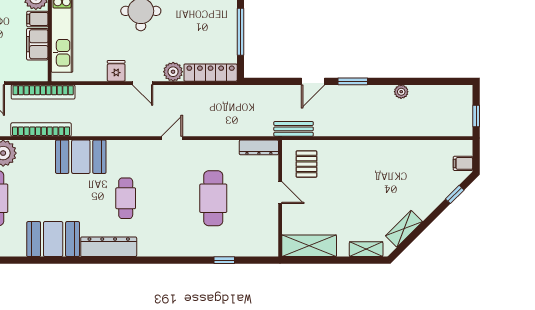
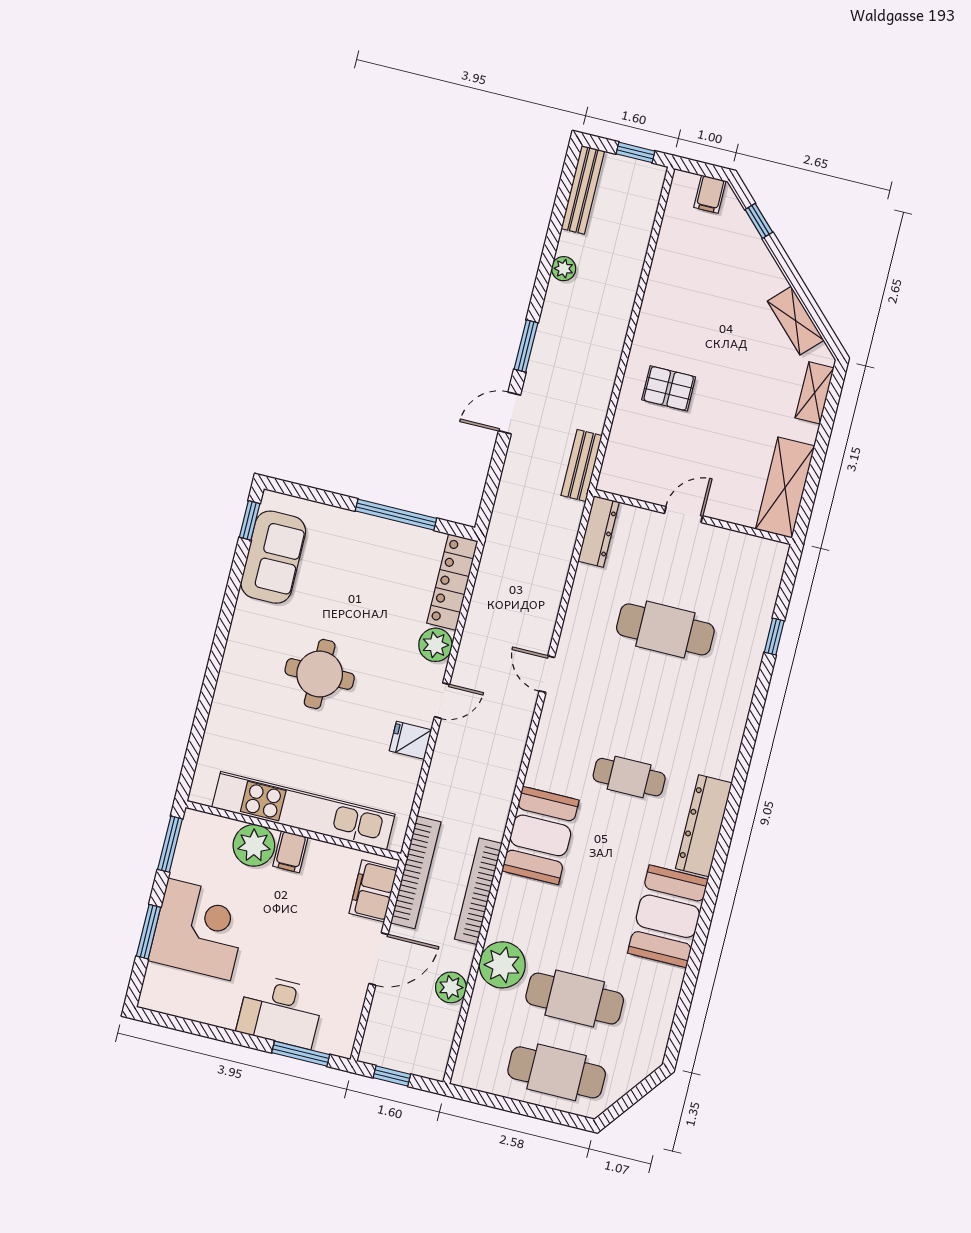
filing cabinet: (37, 44) -> (373, 891), moved, turned 90
door: (313, 81) -> (510, 413), swing flipped
bench: (448, 92) -> (583, 190), added
pallet: (306, 164) -> (669, 388), moved

